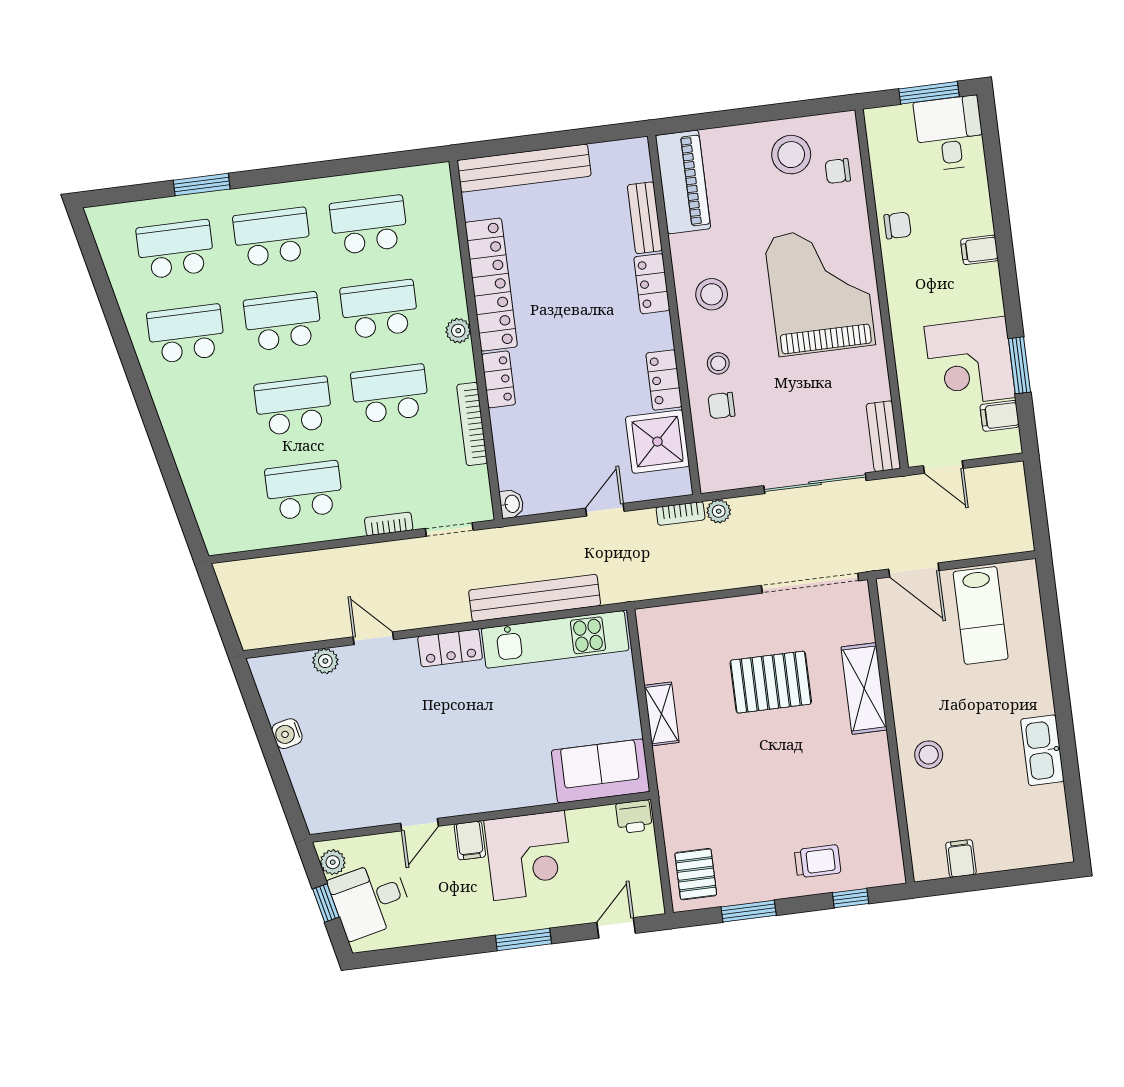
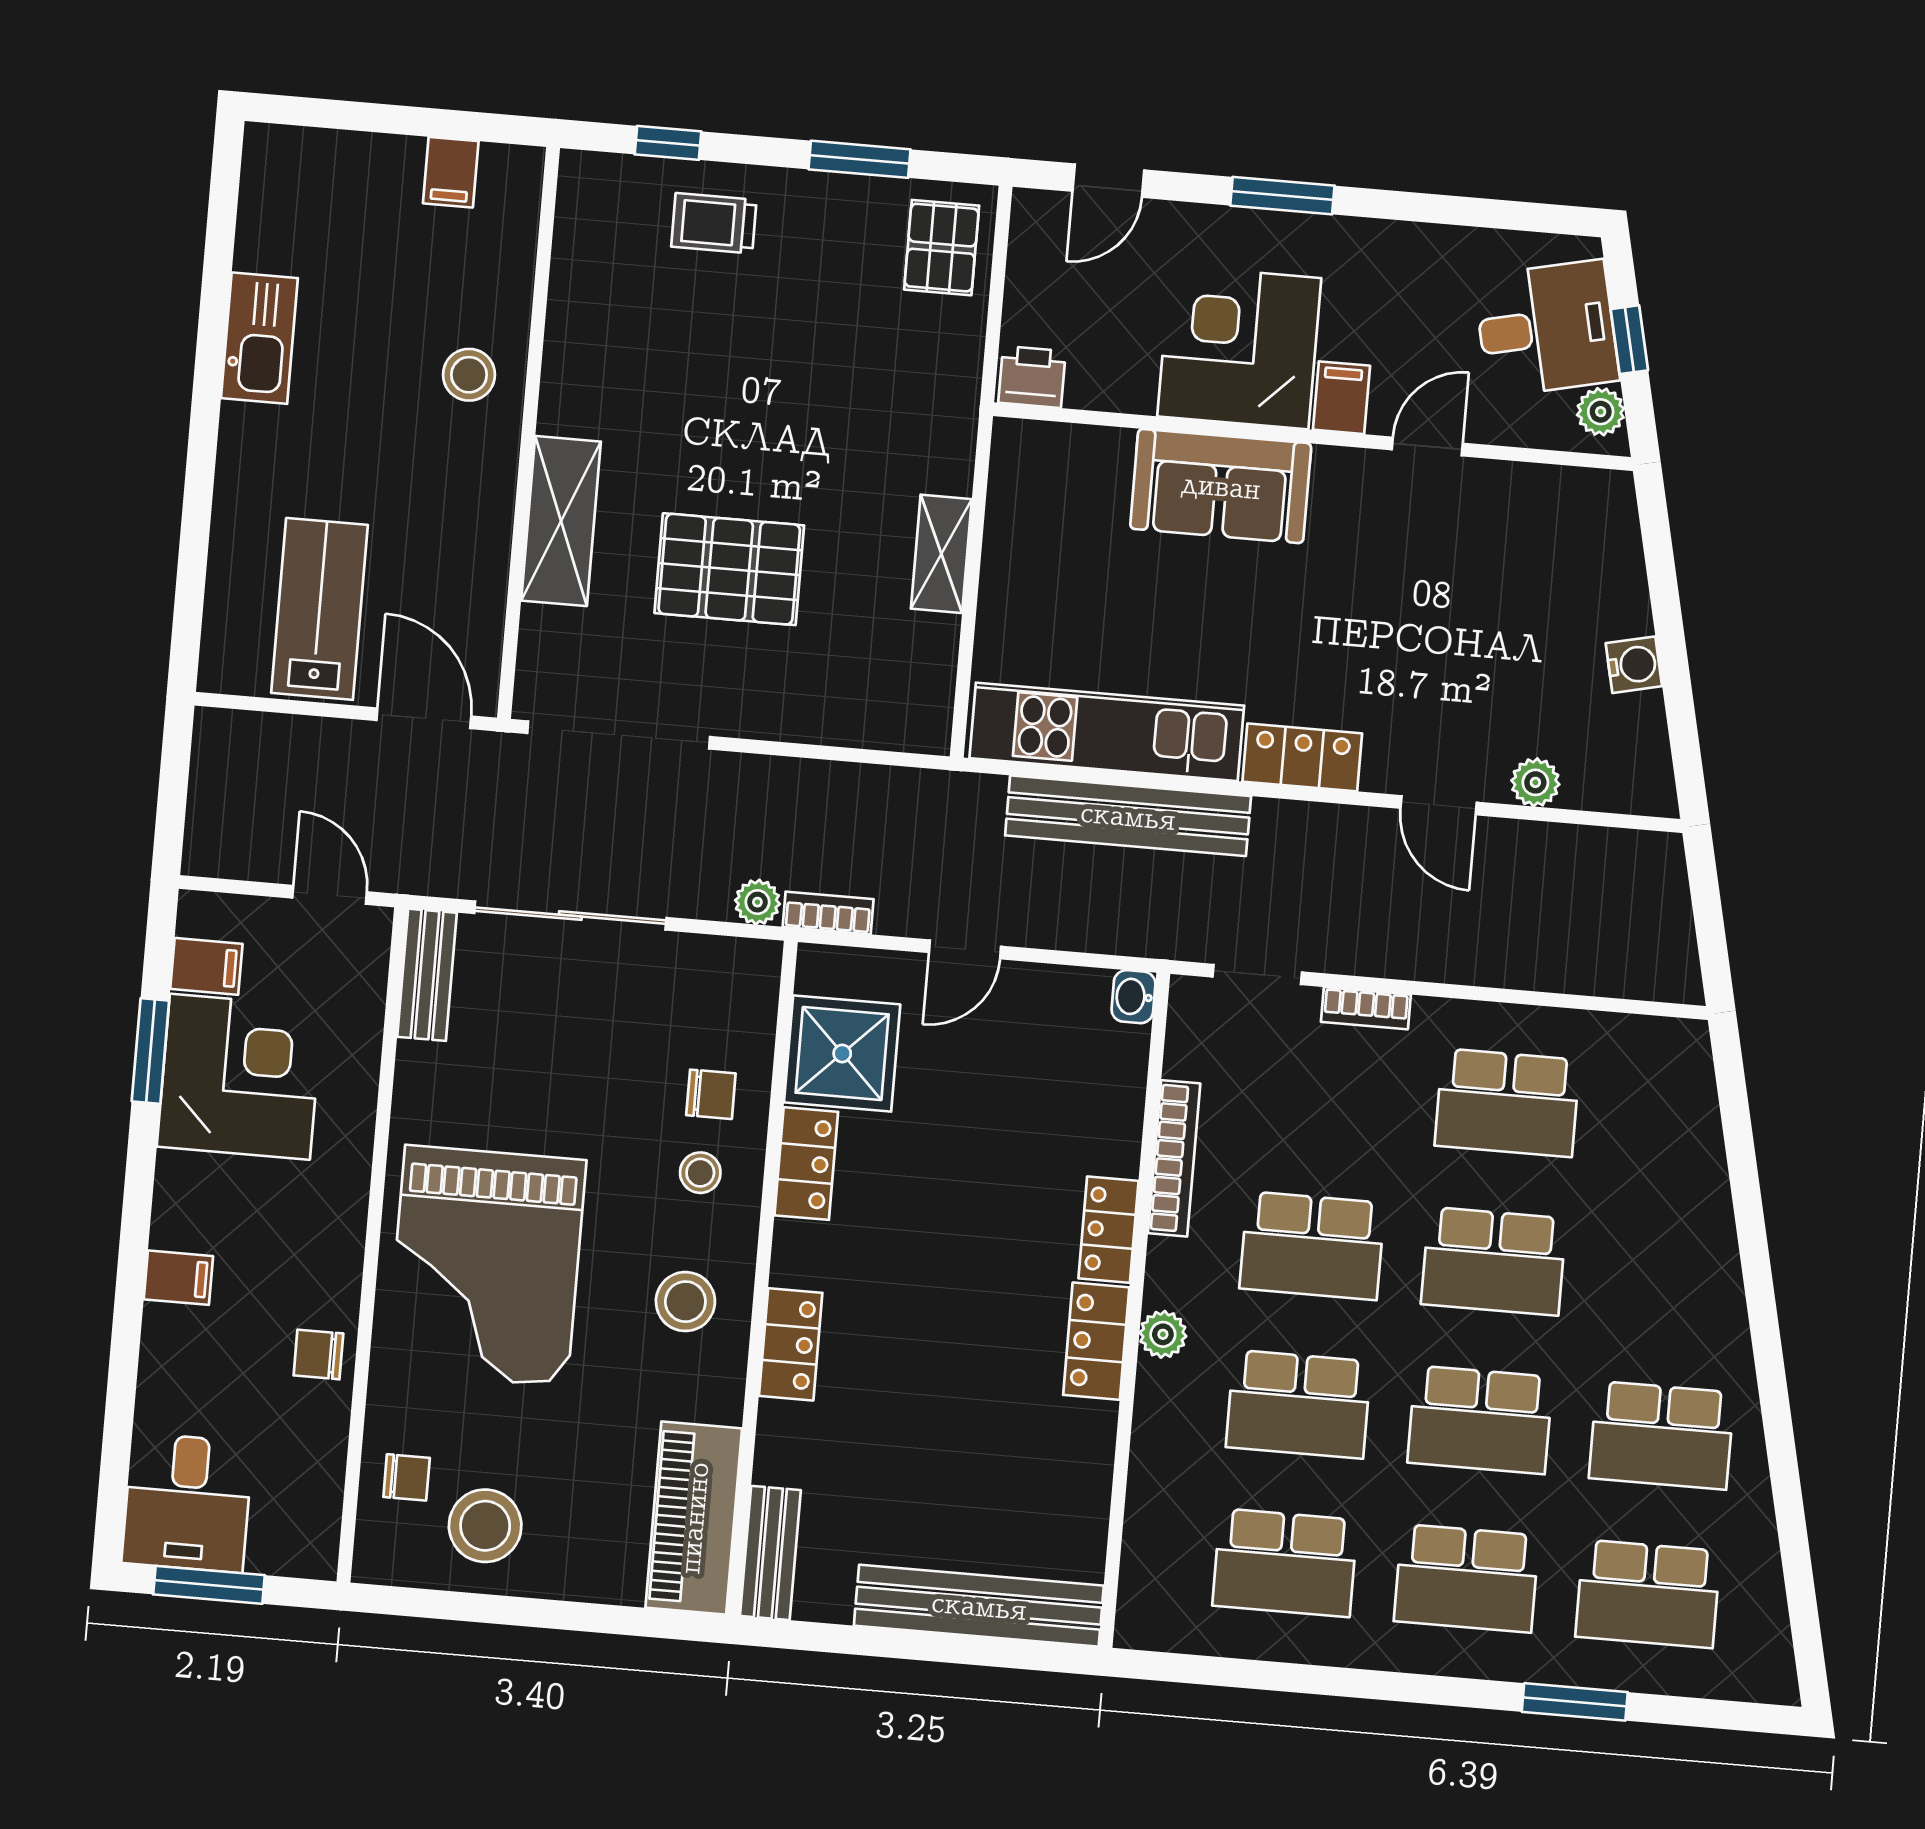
bench: (645, 218) -> (770, 1553), moved
locker: (491, 285) -> (1096, 1341), width x0.46, depth x0.83
sofa: (601, 771) -> (1221, 486), moved

